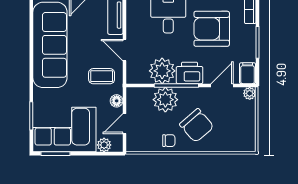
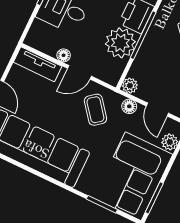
floor lamp: (132, 32) -> (64, 55), added
coffee table: (102, 76) -> (95, 110), turned -38
plant: (165, 100) -> (130, 86), moved, width x0.53, depth x0.53

